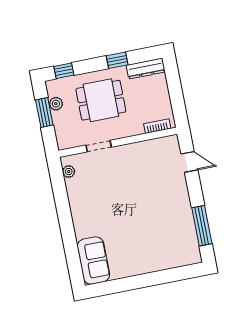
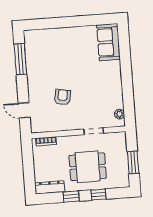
window: (64, 71) -> (98, 195), moved
plant: (56, 104) -> (123, 168), removed
armchair: (143, 184) -> (62, 97), added

